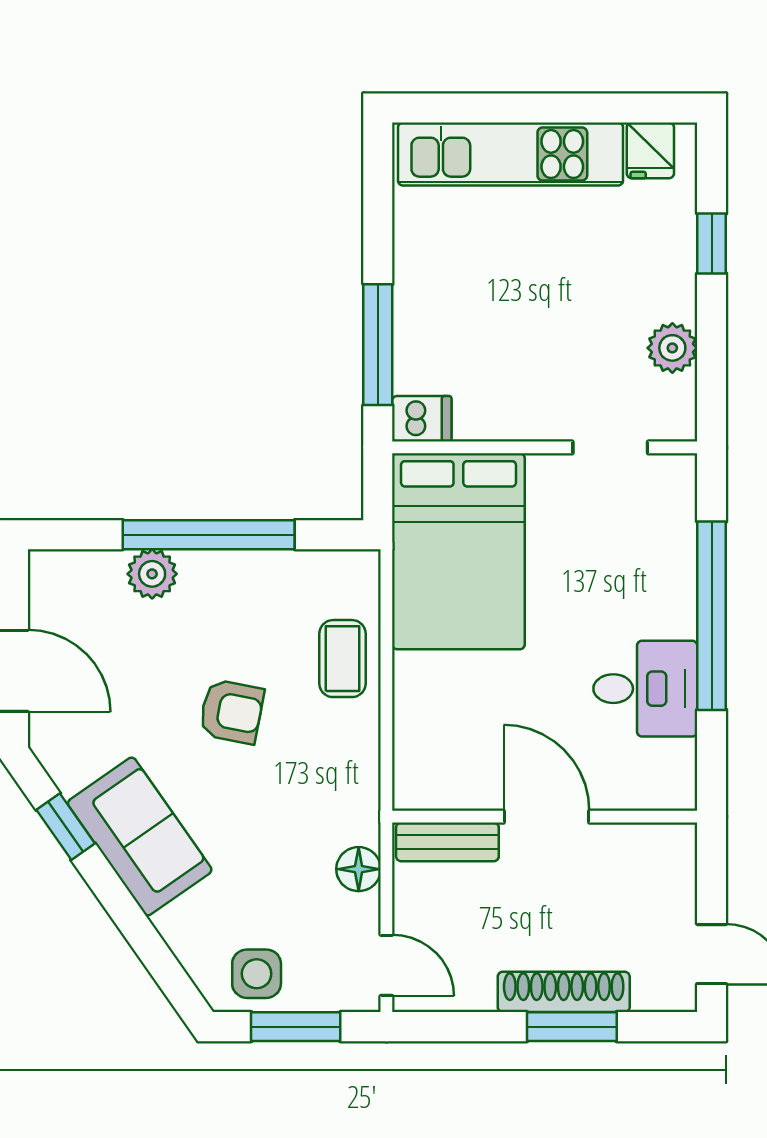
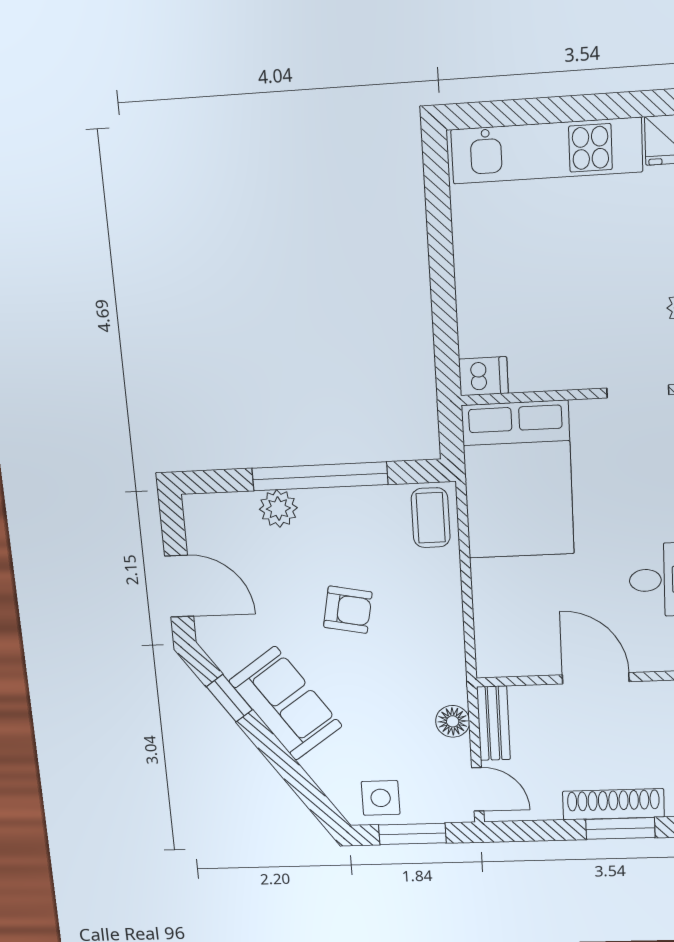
window: (378, 345) -> (445, 318), removed
coffee table: (342, 659) -> (431, 518), moved
bench: (447, 842) -> (493, 723), moved, turned 90

